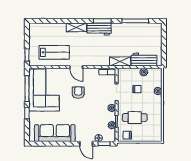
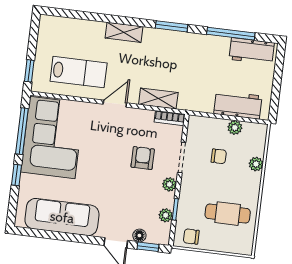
workbench: (99, 29) -> (252, 51), moved
shelving: (120, 61) -> (158, 99), moved
door: (76, 67) -> (115, 104), swing flipped
armchair: (78, 93) -> (143, 158), moved
cafe table: (135, 118) -> (228, 214), moved

